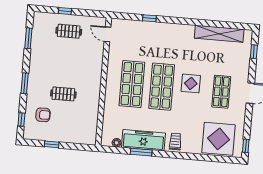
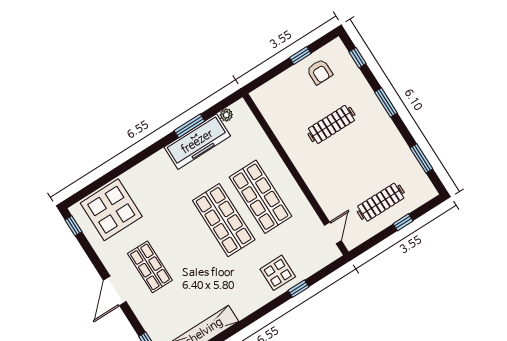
clothes rail: (69, 31) -> (381, 202), width x1.36
door: (108, 34) -> (333, 233), hinge flipped
display table: (191, 83) -> (278, 273), moved
clothes rail: (63, 94) -> (331, 124), width x1.36
armchair: (43, 115) -> (320, 72), moved, turned -90
trolley: (175, 142) -> (159, 168), removed

